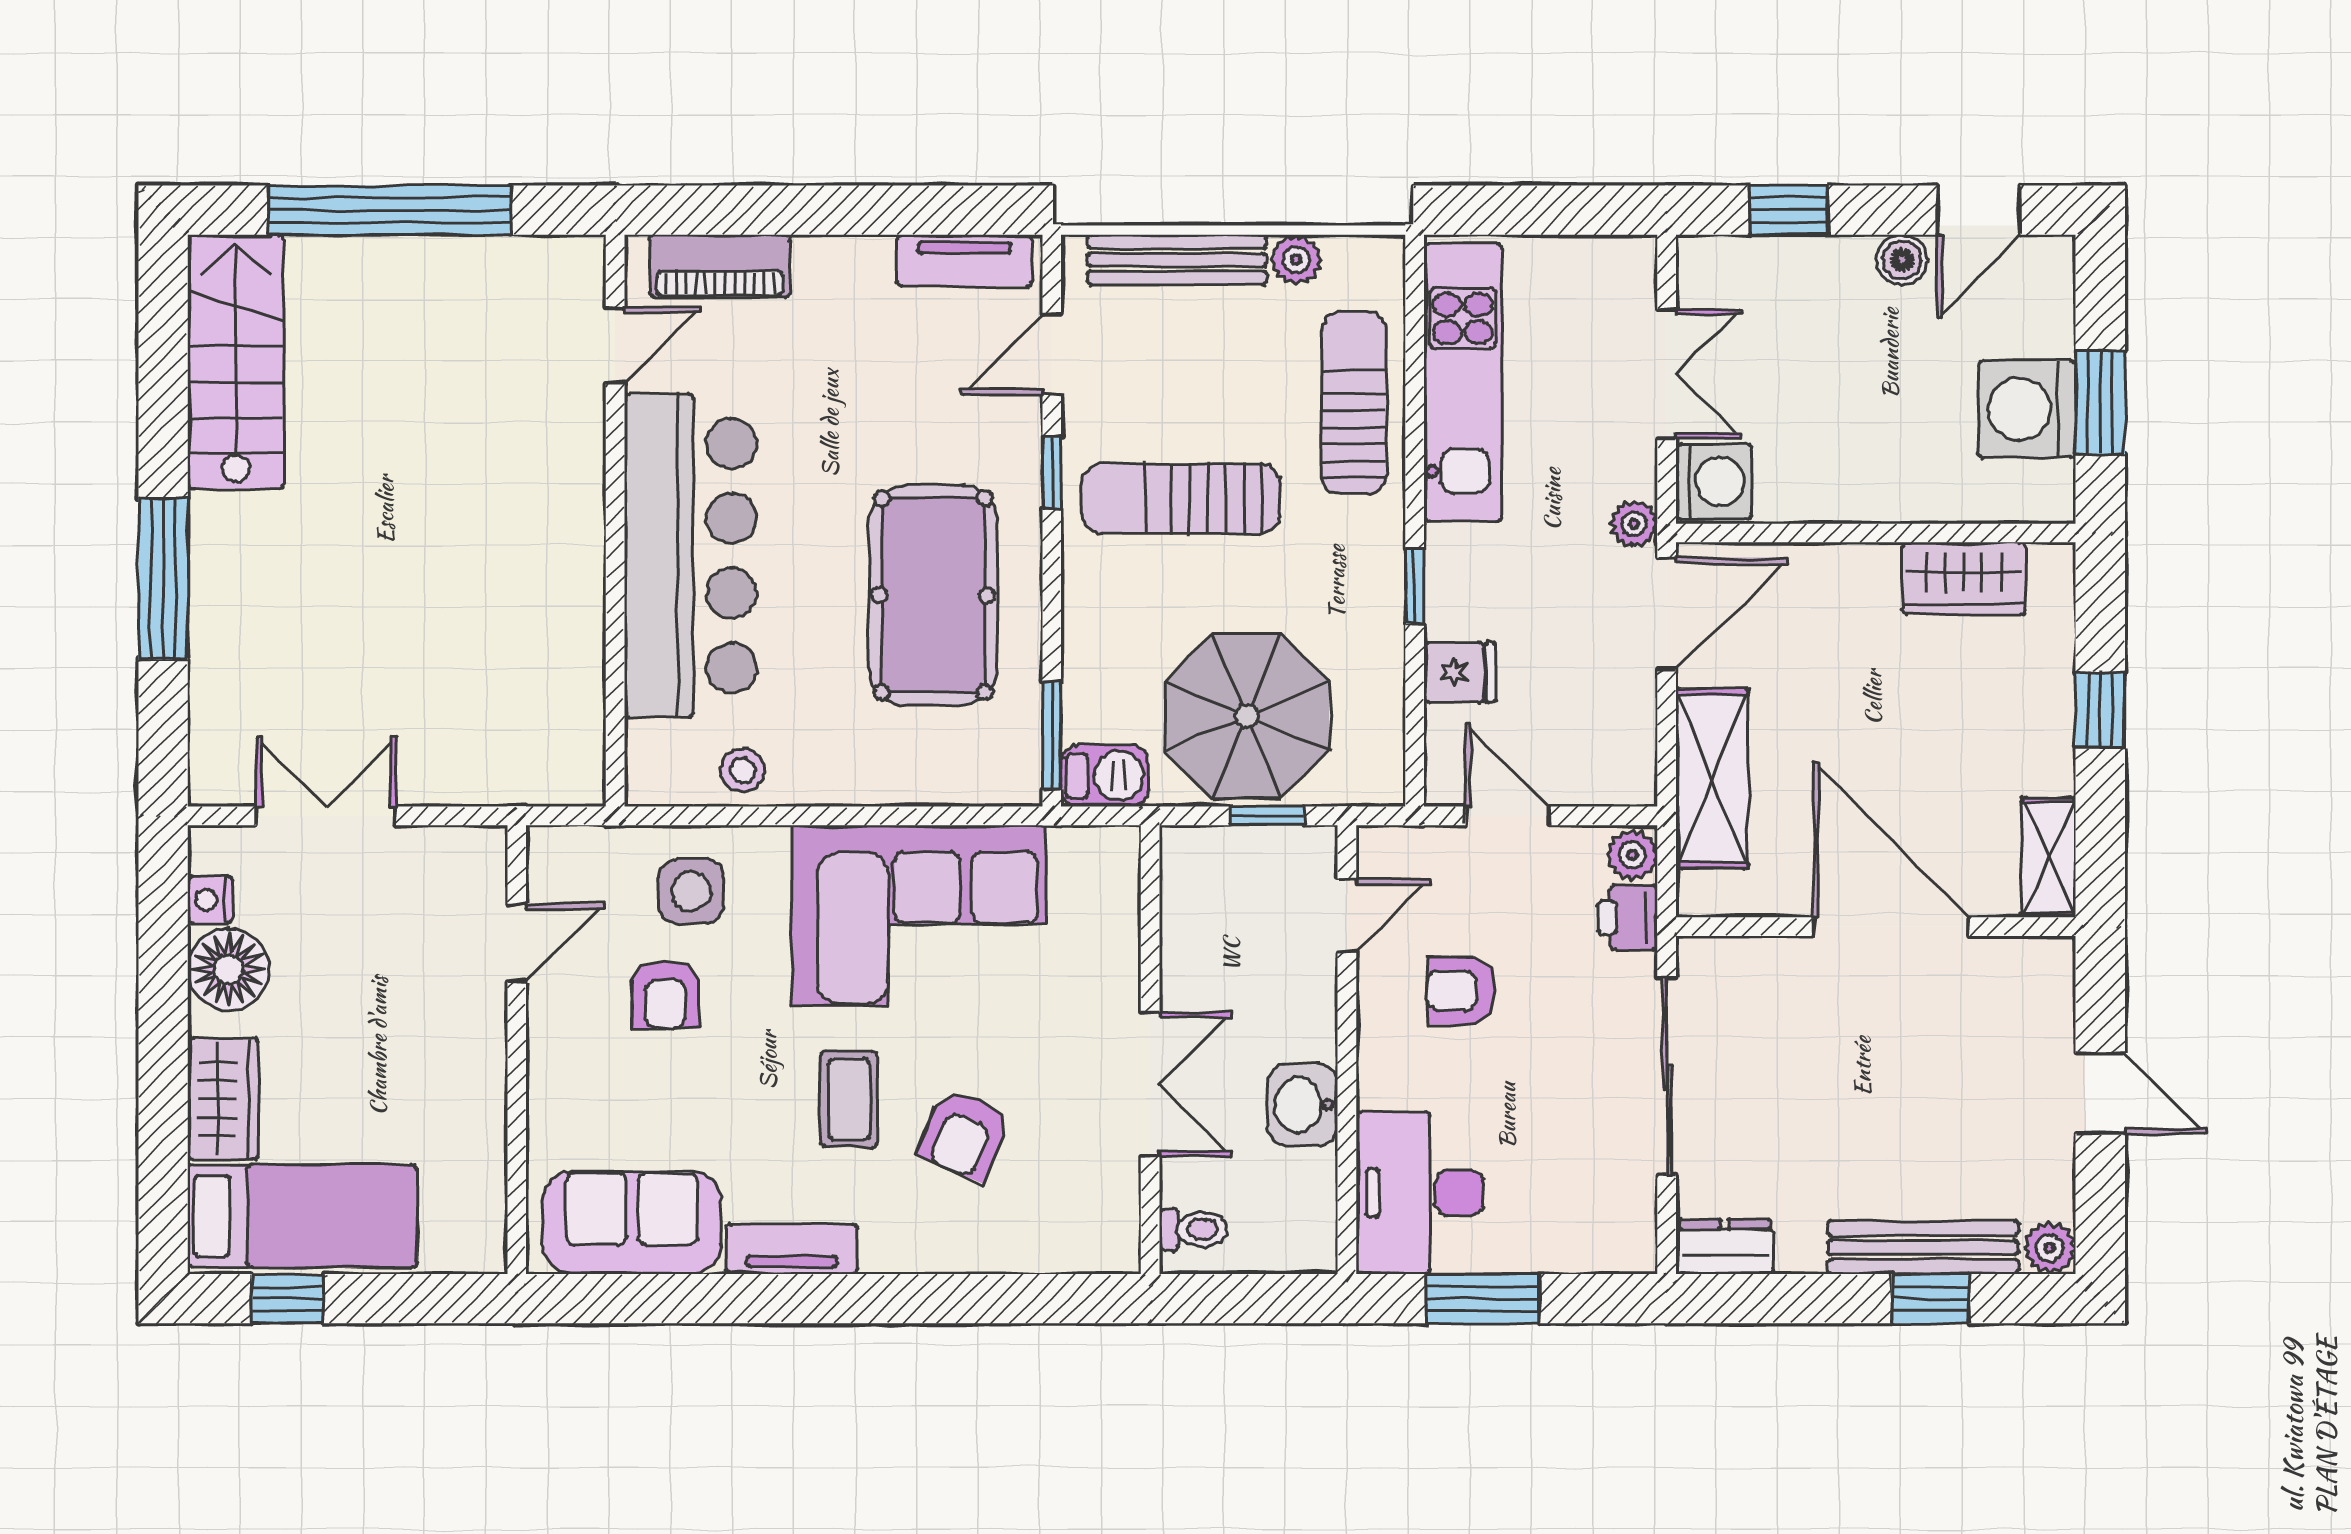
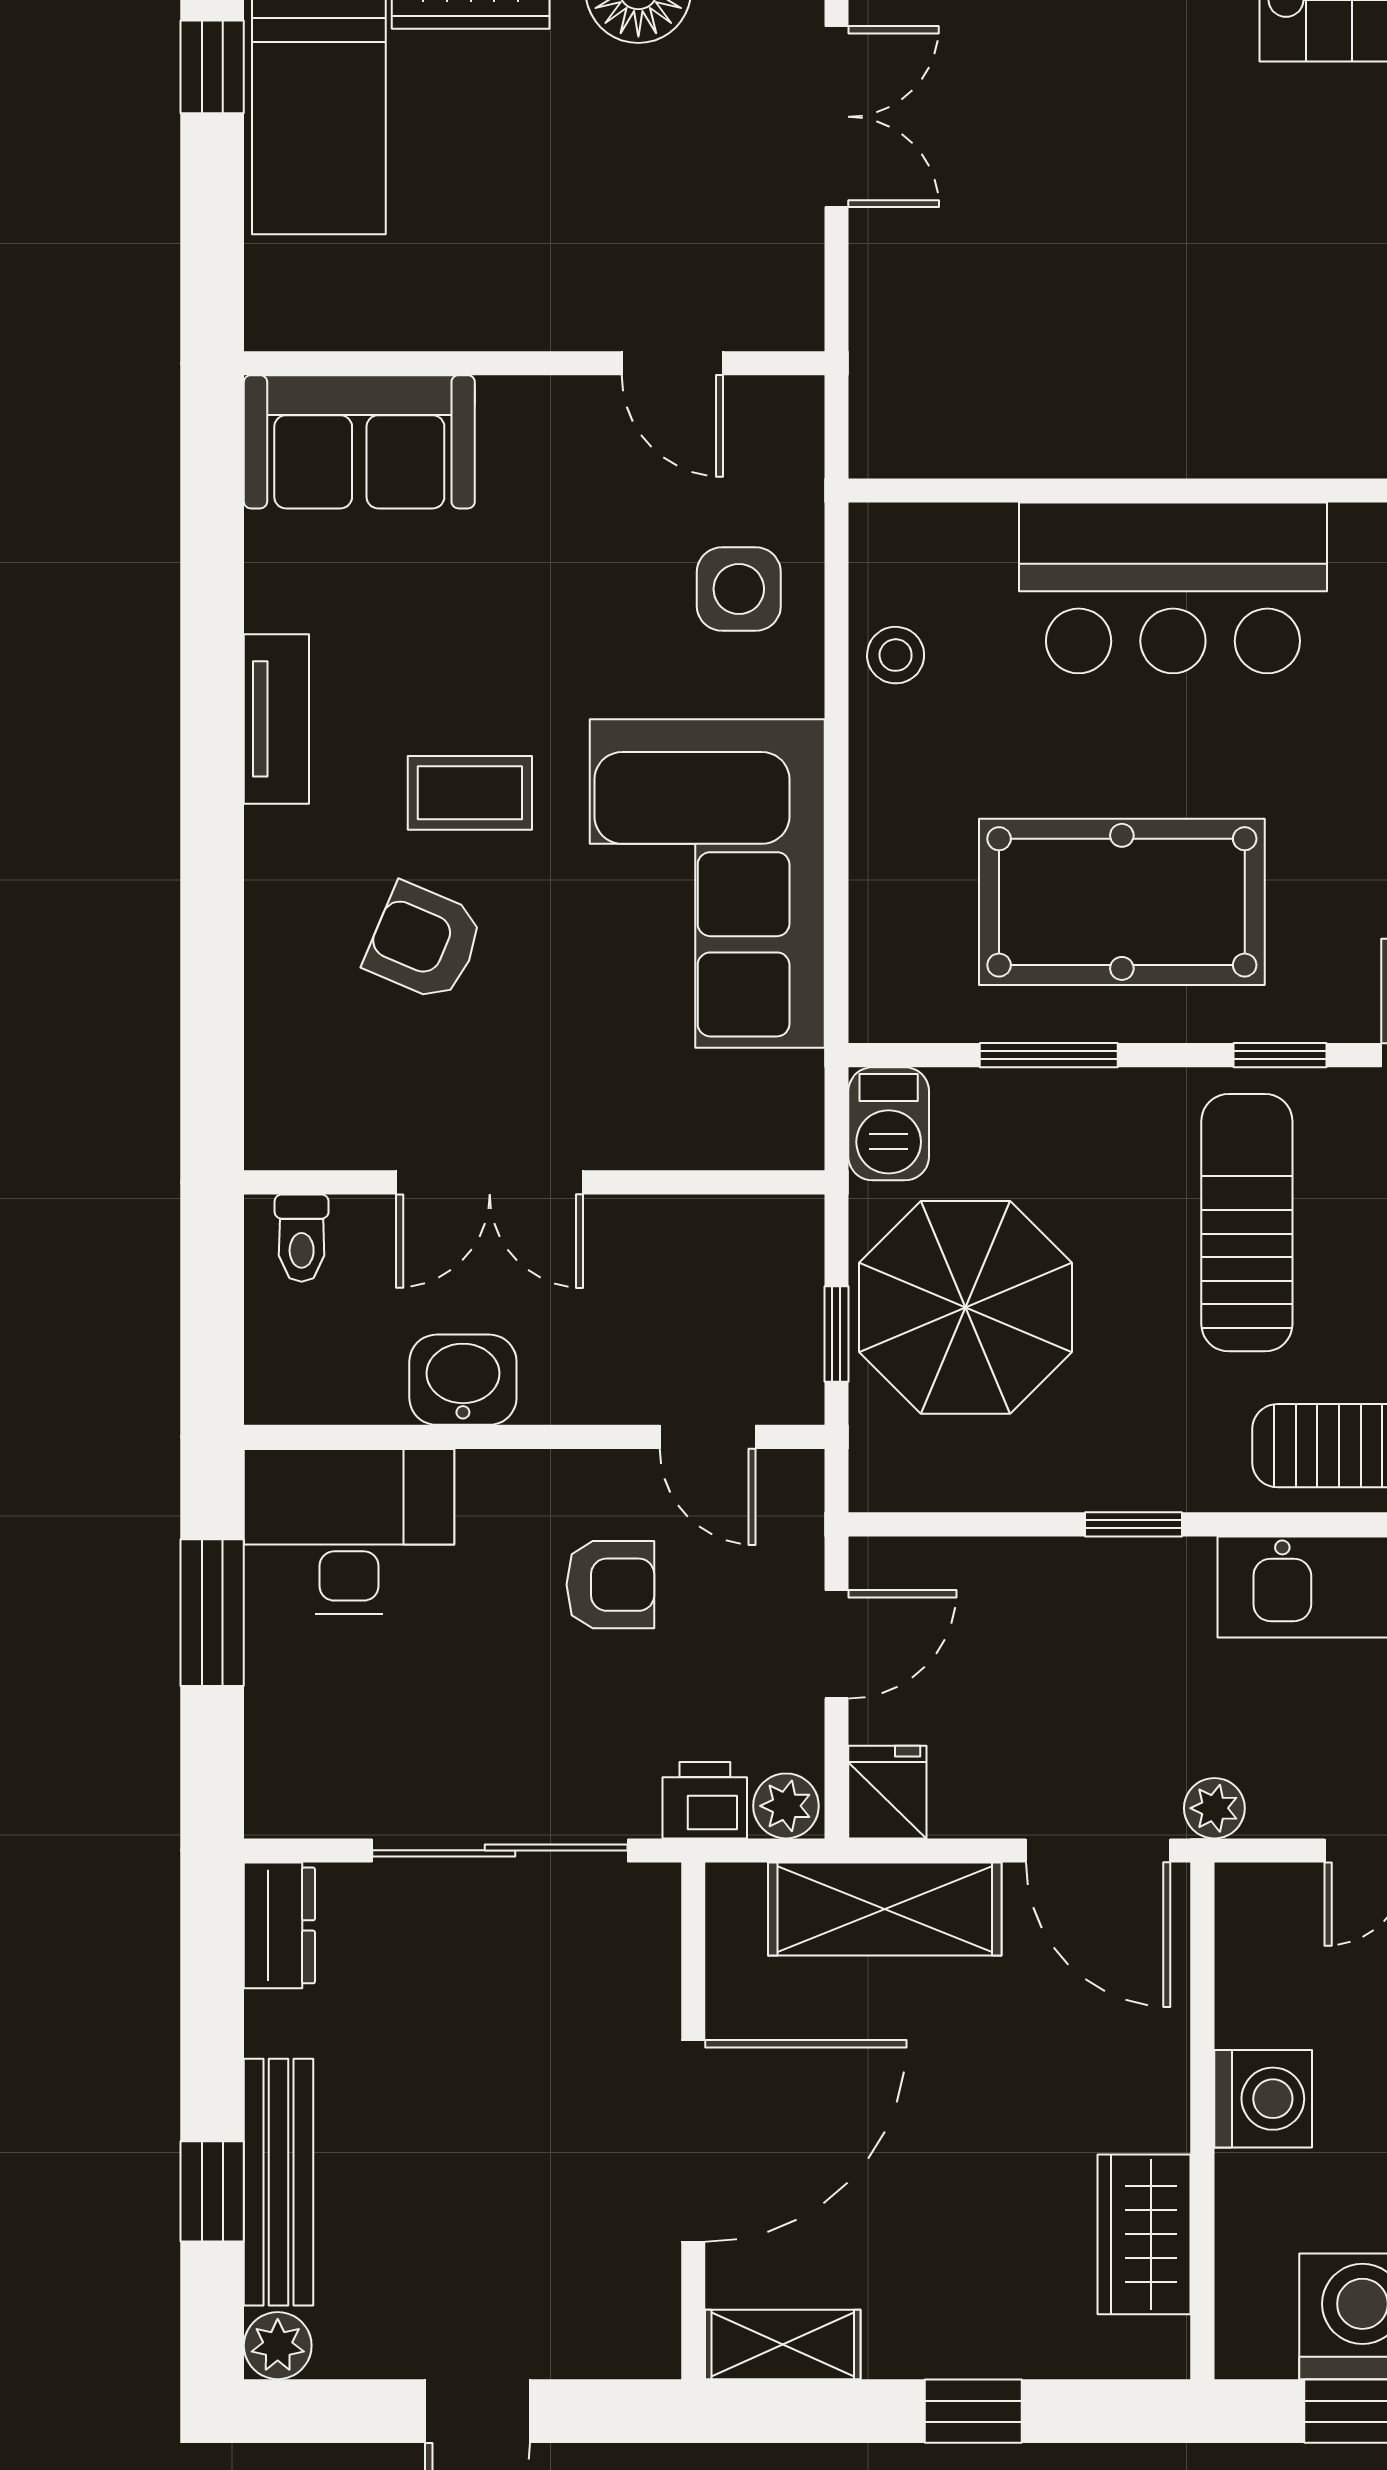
washing machine: (1714, 482) -> (1263, 2099), moved, turned -90
bar counter: (690, 556) -> (1173, 588), width x0.73
fridge: (1460, 672) -> (887, 1792), moved, turned 180
window: (1052, 736) -> (1049, 1055), moved
armchair: (1461, 991) -> (610, 1585), turned 90
armchair: (666, 995) -> (605, 556), removed
sofa: (632, 1222) -> (359, 442), moved, turned 90

